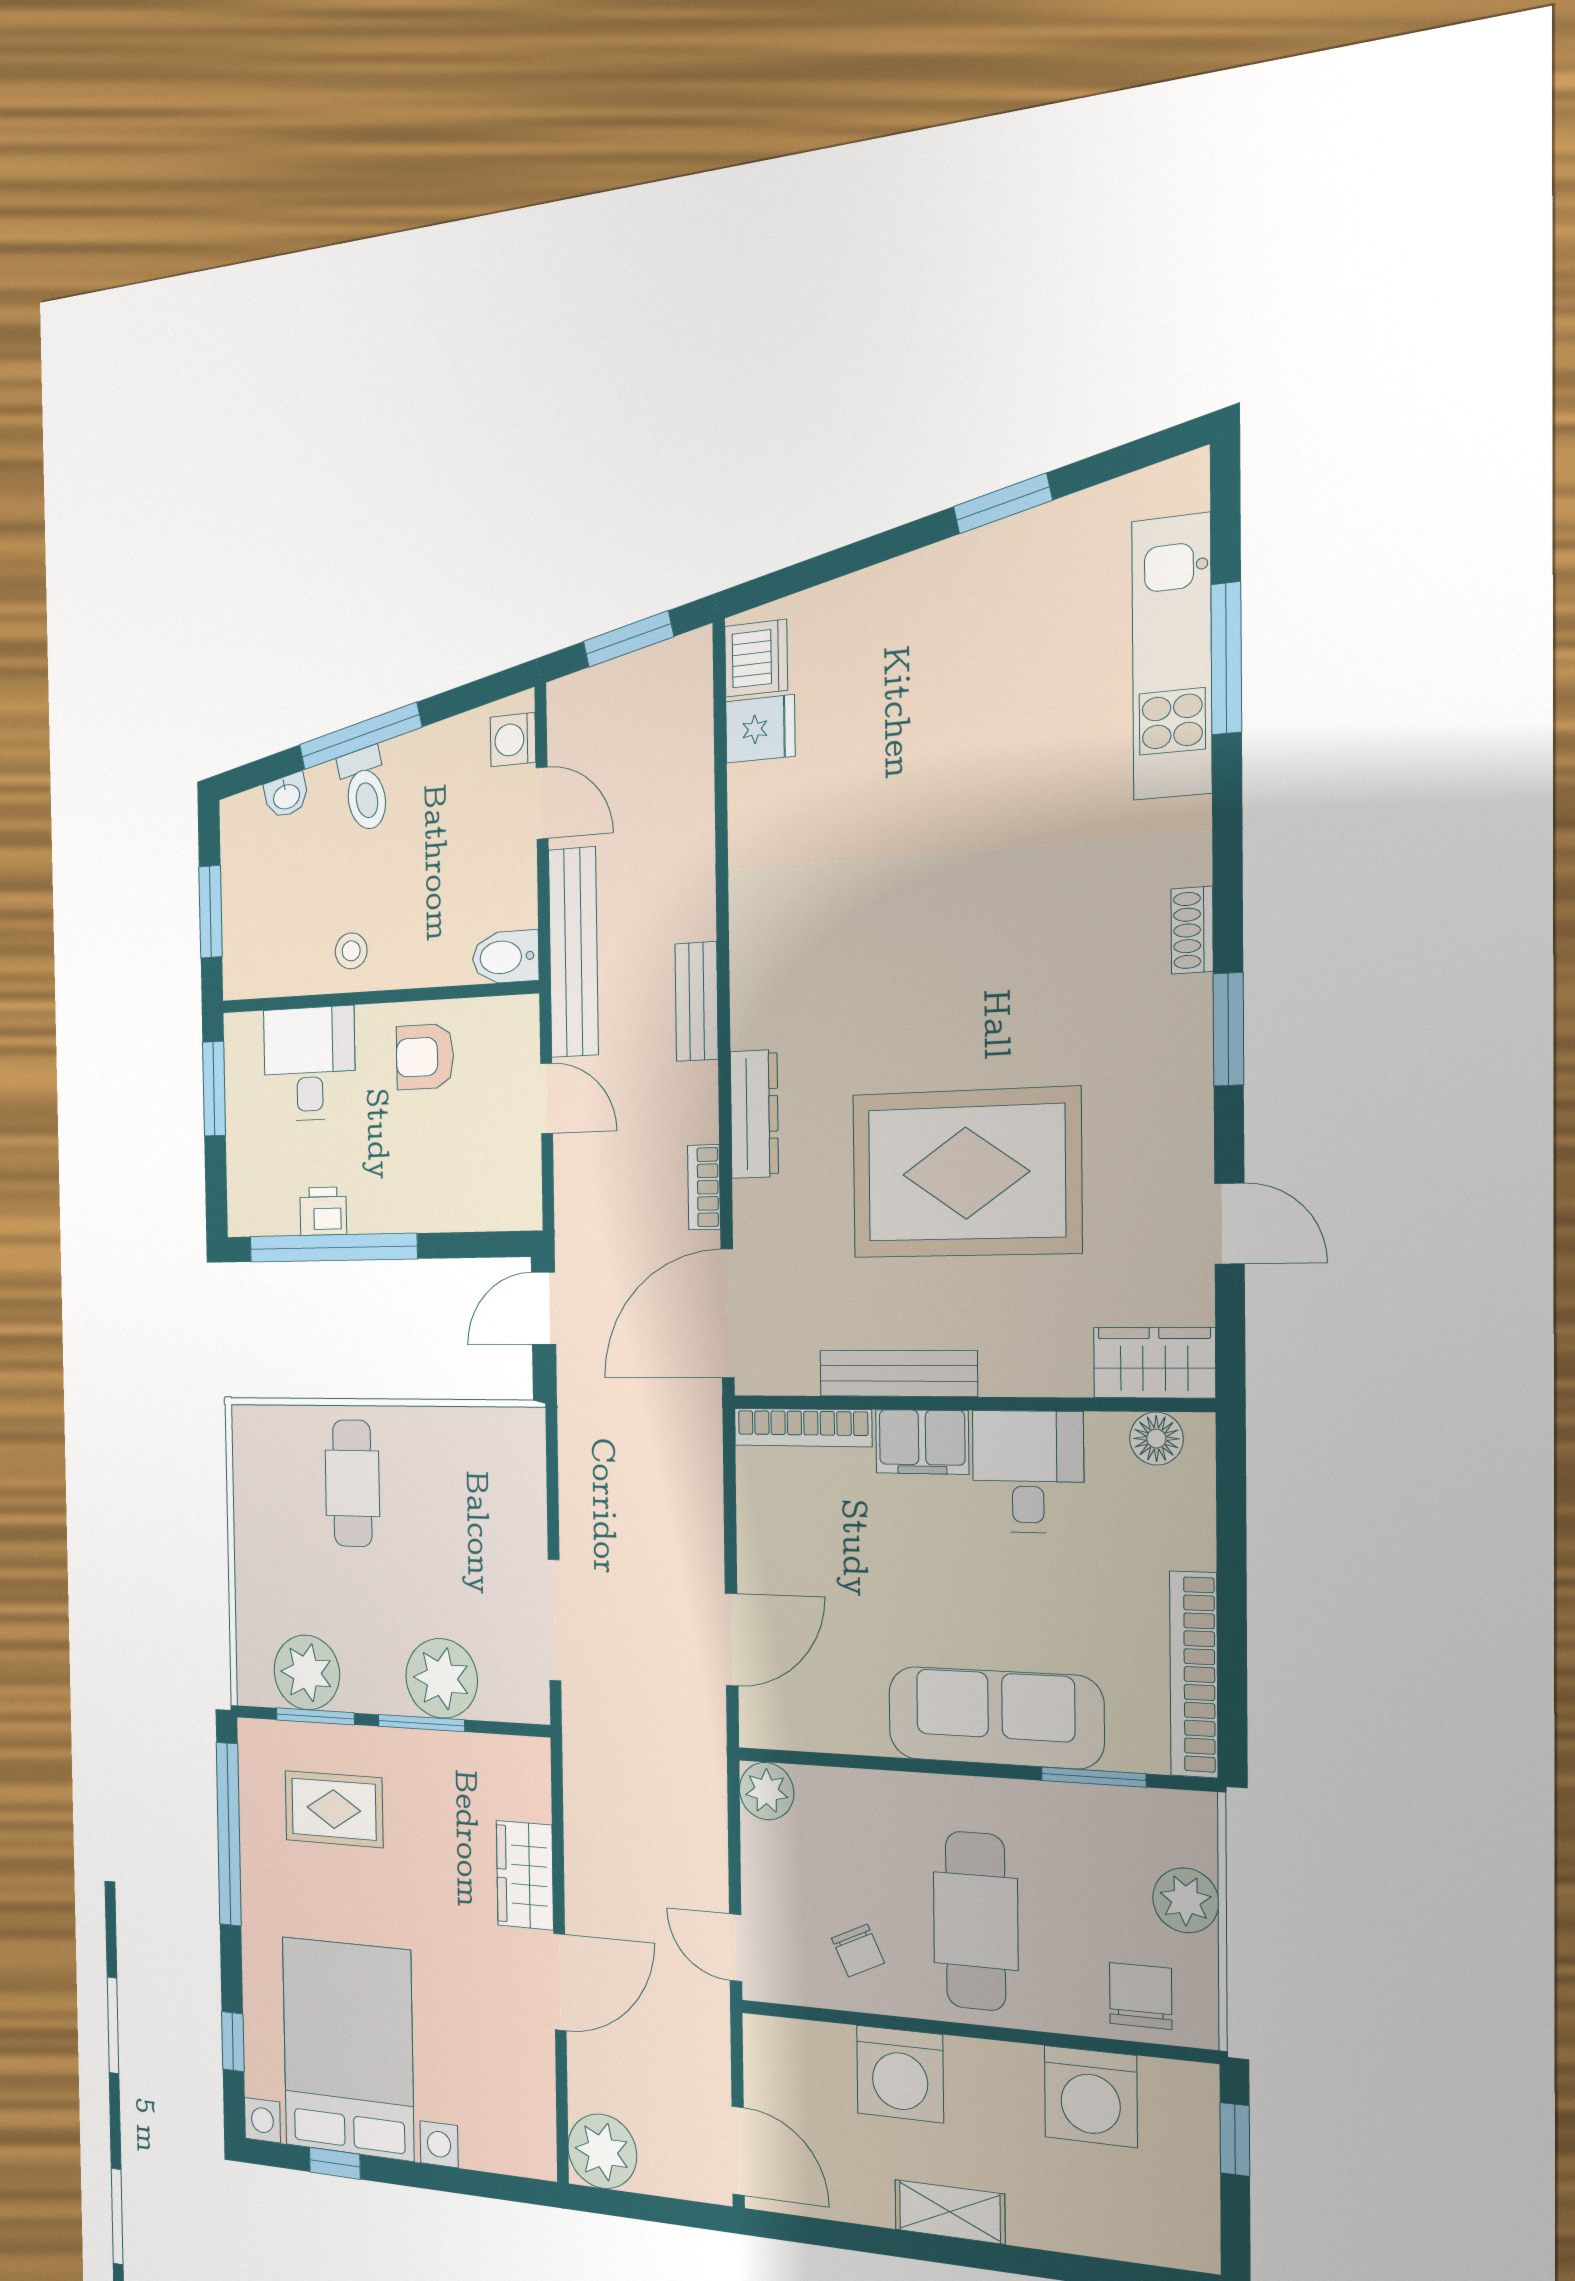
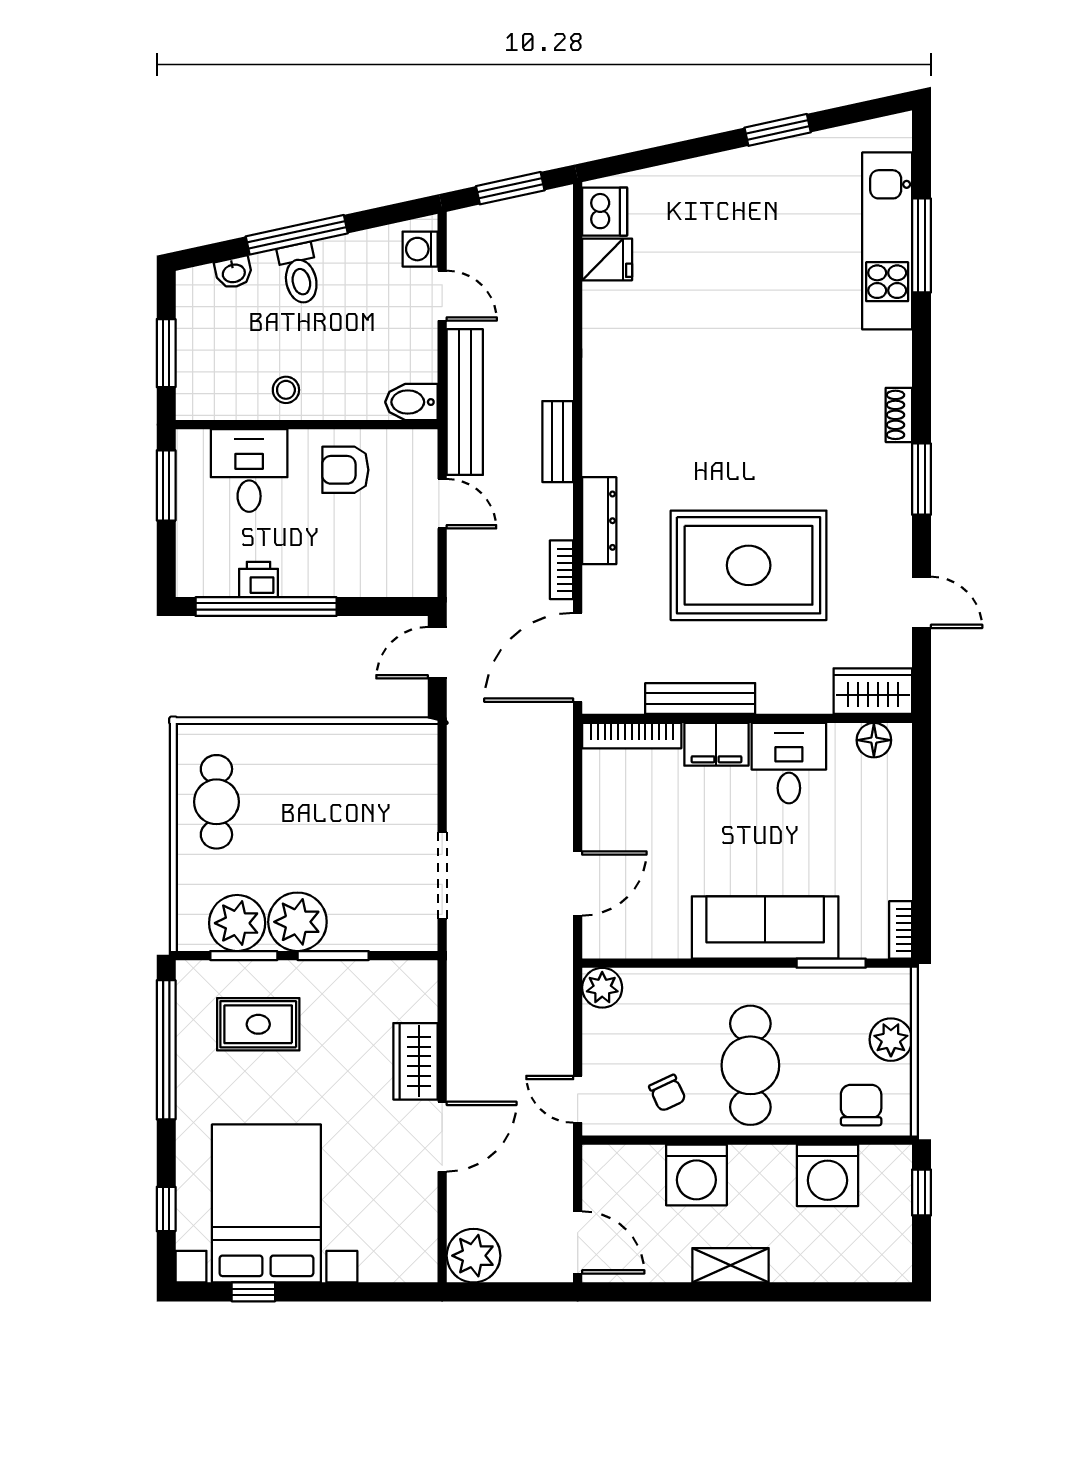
cafe table: (352, 1483) -> (216, 802), moved
bookcase: (1194, 1674) -> (901, 930), width x0.43, depth x0.76
plant: (442, 1678) -> (297, 922), moved

